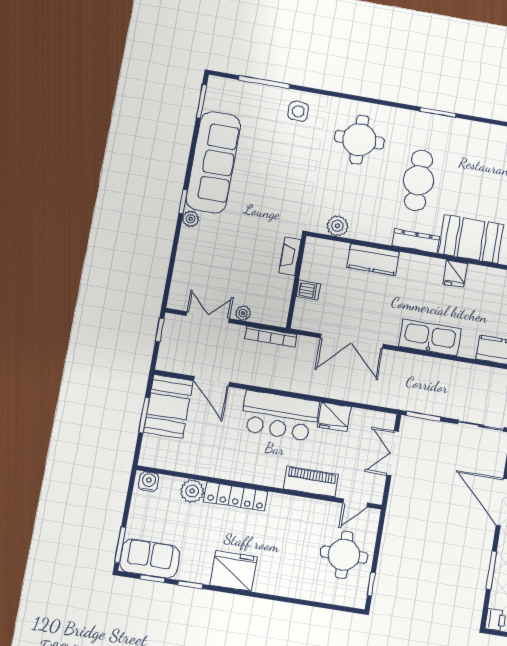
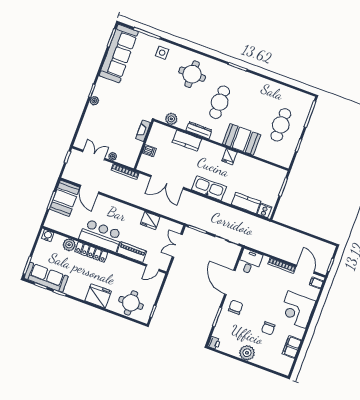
sofa: (213, 162) -> (119, 54), moved
dresser: (416, 241) -> (199, 130), moved
bar counter: (280, 416) -> (101, 236), moved, turned 180
round table: (344, 555) -> (131, 303), moved
sofa: (150, 559) -> (46, 277), width x1.36
fridge: (234, 571) -> (98, 296), moved

